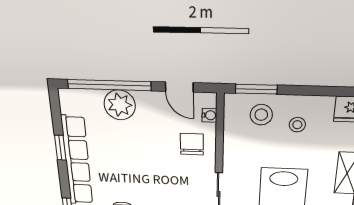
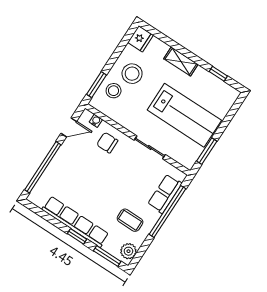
plant: (120, 105) -> (58, 169), removed
stool: (297, 125) -> (132, 74), width x1.89, depth x1.89
window: (60, 148) -> (77, 236), moved

